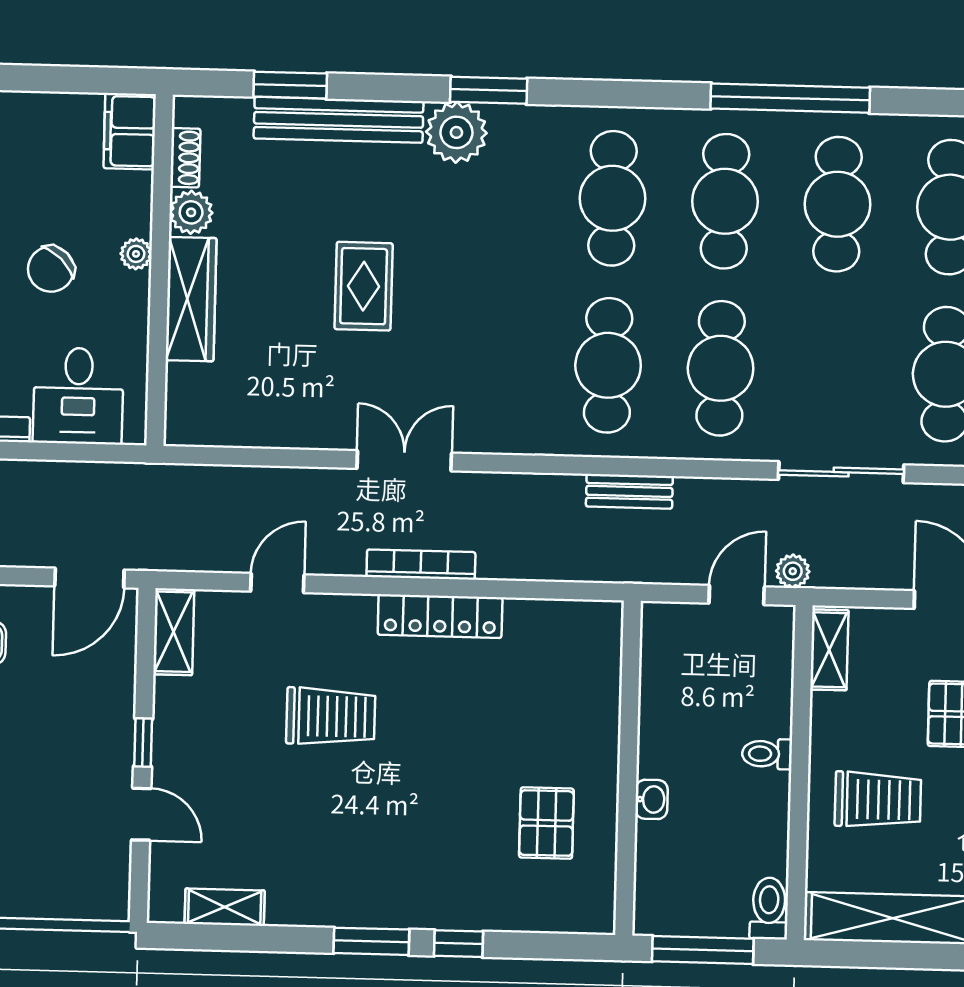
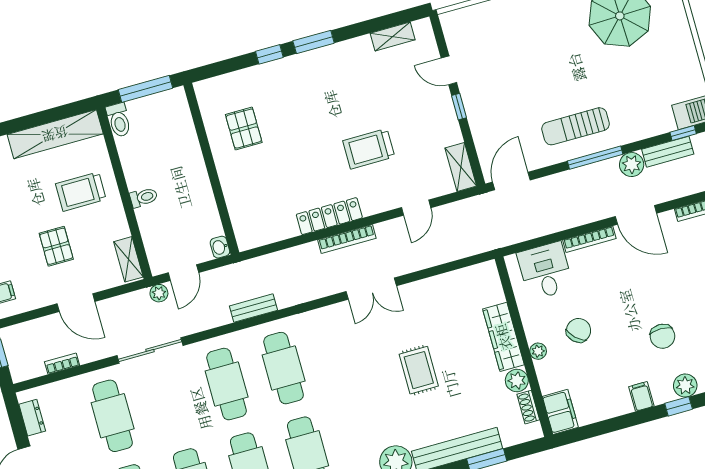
washbasin: (651, 799) -> (220, 247), moved

